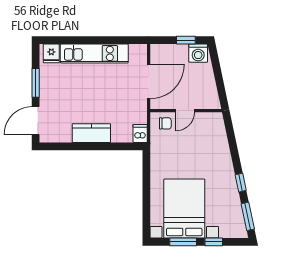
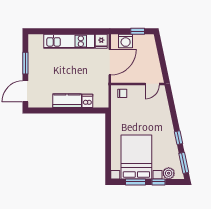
fridge: (51, 53) -> (101, 41), moved
washing machine: (198, 53) -> (126, 41), moved
door: (185, 111) -> (152, 84), moved
dishwasher: (140, 133) -> (87, 101), moved
plant: (227, 230) -> (169, 173), added

